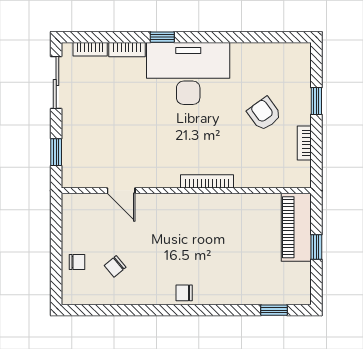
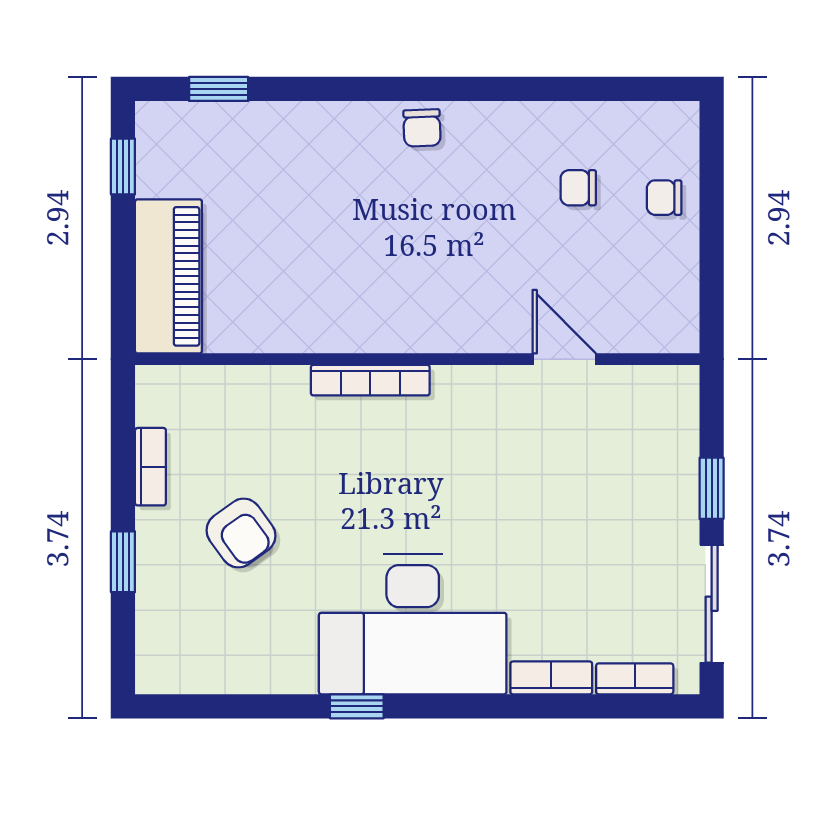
window: (162, 37) -> (357, 706), moved
window: (56, 152) -> (712, 488), moved
window: (316, 247) -> (123, 166), moved
chair: (115, 266) -> (578, 188), turned -140
chair: (184, 293) -> (422, 128), turned 88

